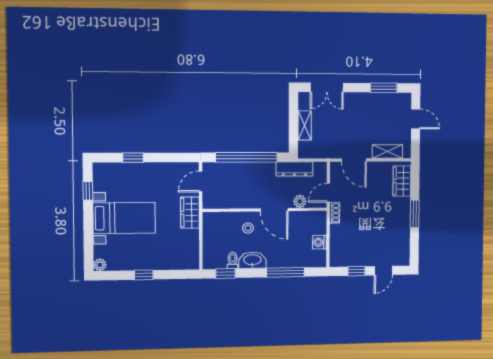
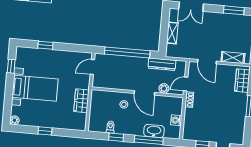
wardrobe: (190, 213) -> (82, 101), moved
washbasin: (252, 260) -> (154, 131), moved
window: (226, 273) -> (116, 137), moved

